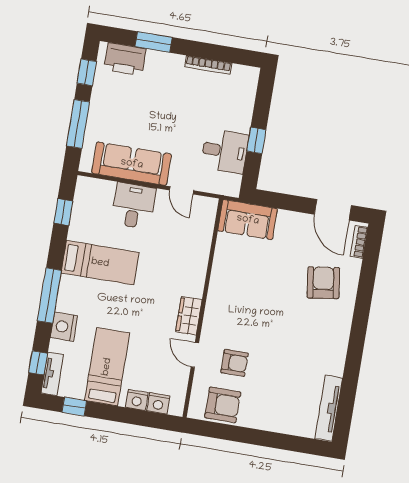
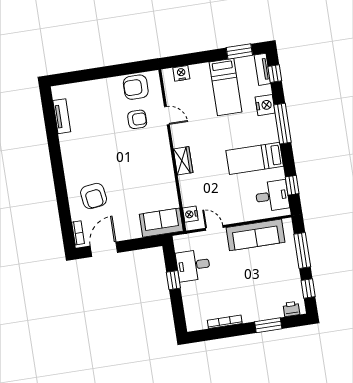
printer: (125, 59) -> (291, 309), width x0.53, depth x0.68
desk: (133, 206) -> (272, 196), moved, turned -90
door: (333, 210) -> (104, 249), hinge flipped
wardrobe: (189, 316) -> (183, 161), moved
armchair: (235, 363) -> (137, 119), turned 180
nightstand: (137, 400) -> (190, 214), moved, turned -90
window: (74, 407) -> (239, 51), width x1.50
tv unit: (329, 408) -> (62, 116), width x0.71

